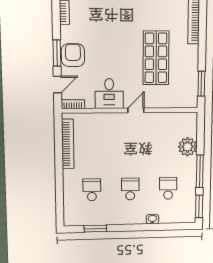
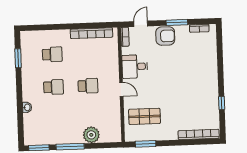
window: (57, 53) -> (177, 22), moved
shop shelf: (156, 58) -> (144, 116), moved, width x0.70, depth x0.74
door: (57, 85) -> (141, 24), swing flipped
school desk: (168, 188) -> (88, 86), moved

